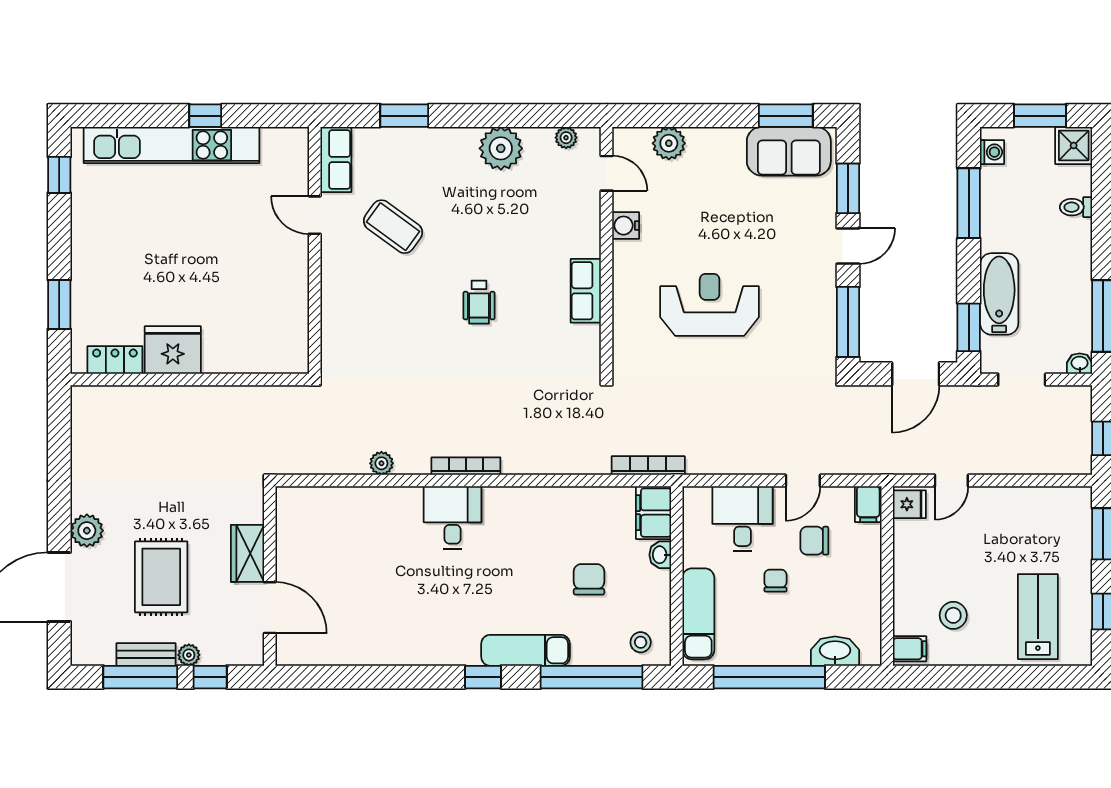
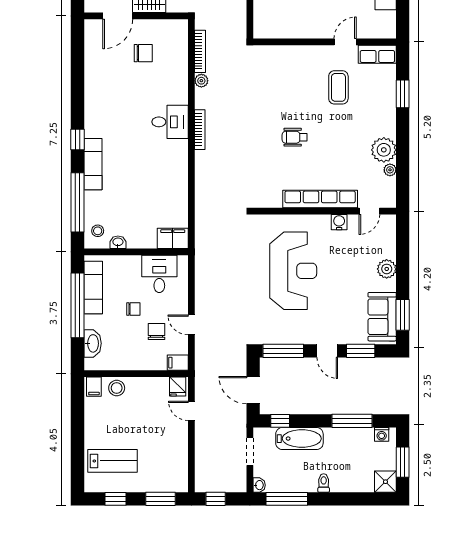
plant: (566, 138) -> (390, 170), moved
plant: (669, 143) -> (387, 269), moved
toilet: (1076, 207) -> (324, 483), moved
coffee table: (393, 227) -> (338, 87), turned -36
row of seats: (586, 291) -> (320, 199), width x2.02
reception desk: (710, 305) -> (293, 271), width x1.36, depth x1.30
window: (969, 327) -> (280, 421), width x0.67
bookcase: (648, 466) -> (200, 51), moved
desk: (743, 519) -> (159, 274), moved, turned -90
washbasin: (660, 555) -> (118, 242), moved
chair: (589, 579) -> (143, 53), moved
exam couch: (698, 614) -> (93, 287), moved, turned -90
stool: (953, 615) -> (117, 388), moved

